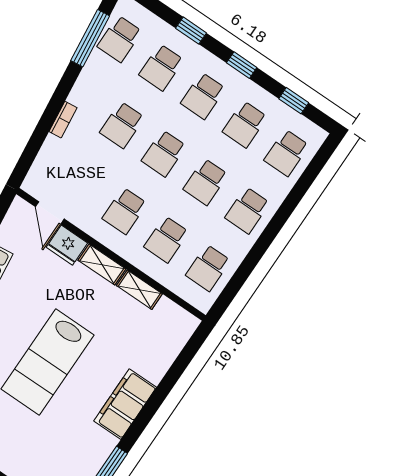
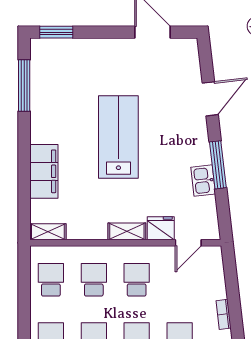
door: (50, 213) -> (188, 243), swing flipped
shelving: (139, 290) -> (48, 232), moved
filing cabinet: (125, 404) -> (44, 171), moved

